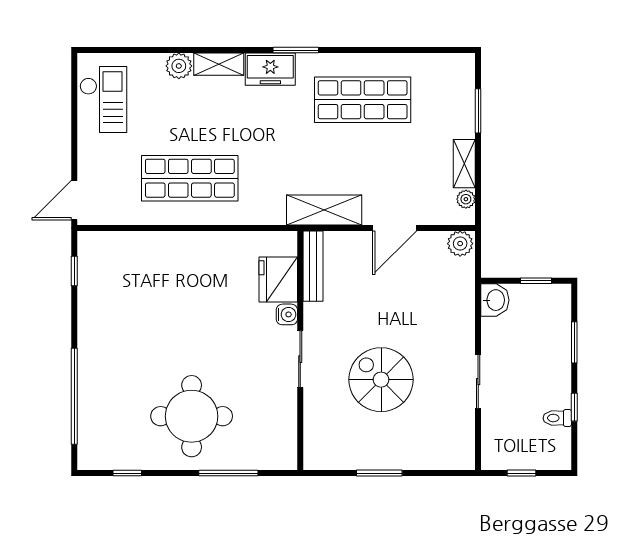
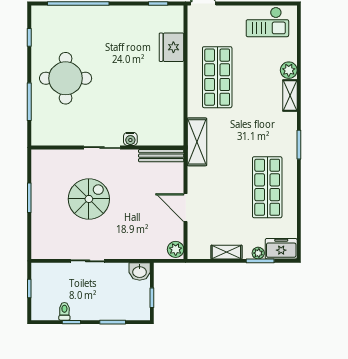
freezer: (270, 69) -> (281, 249), moved, turned 90
plant: (466, 199) -> (258, 253), moved
shelving: (324, 210) -> (197, 142), moved
fridge: (278, 280) -> (172, 47), moved, turned -90

